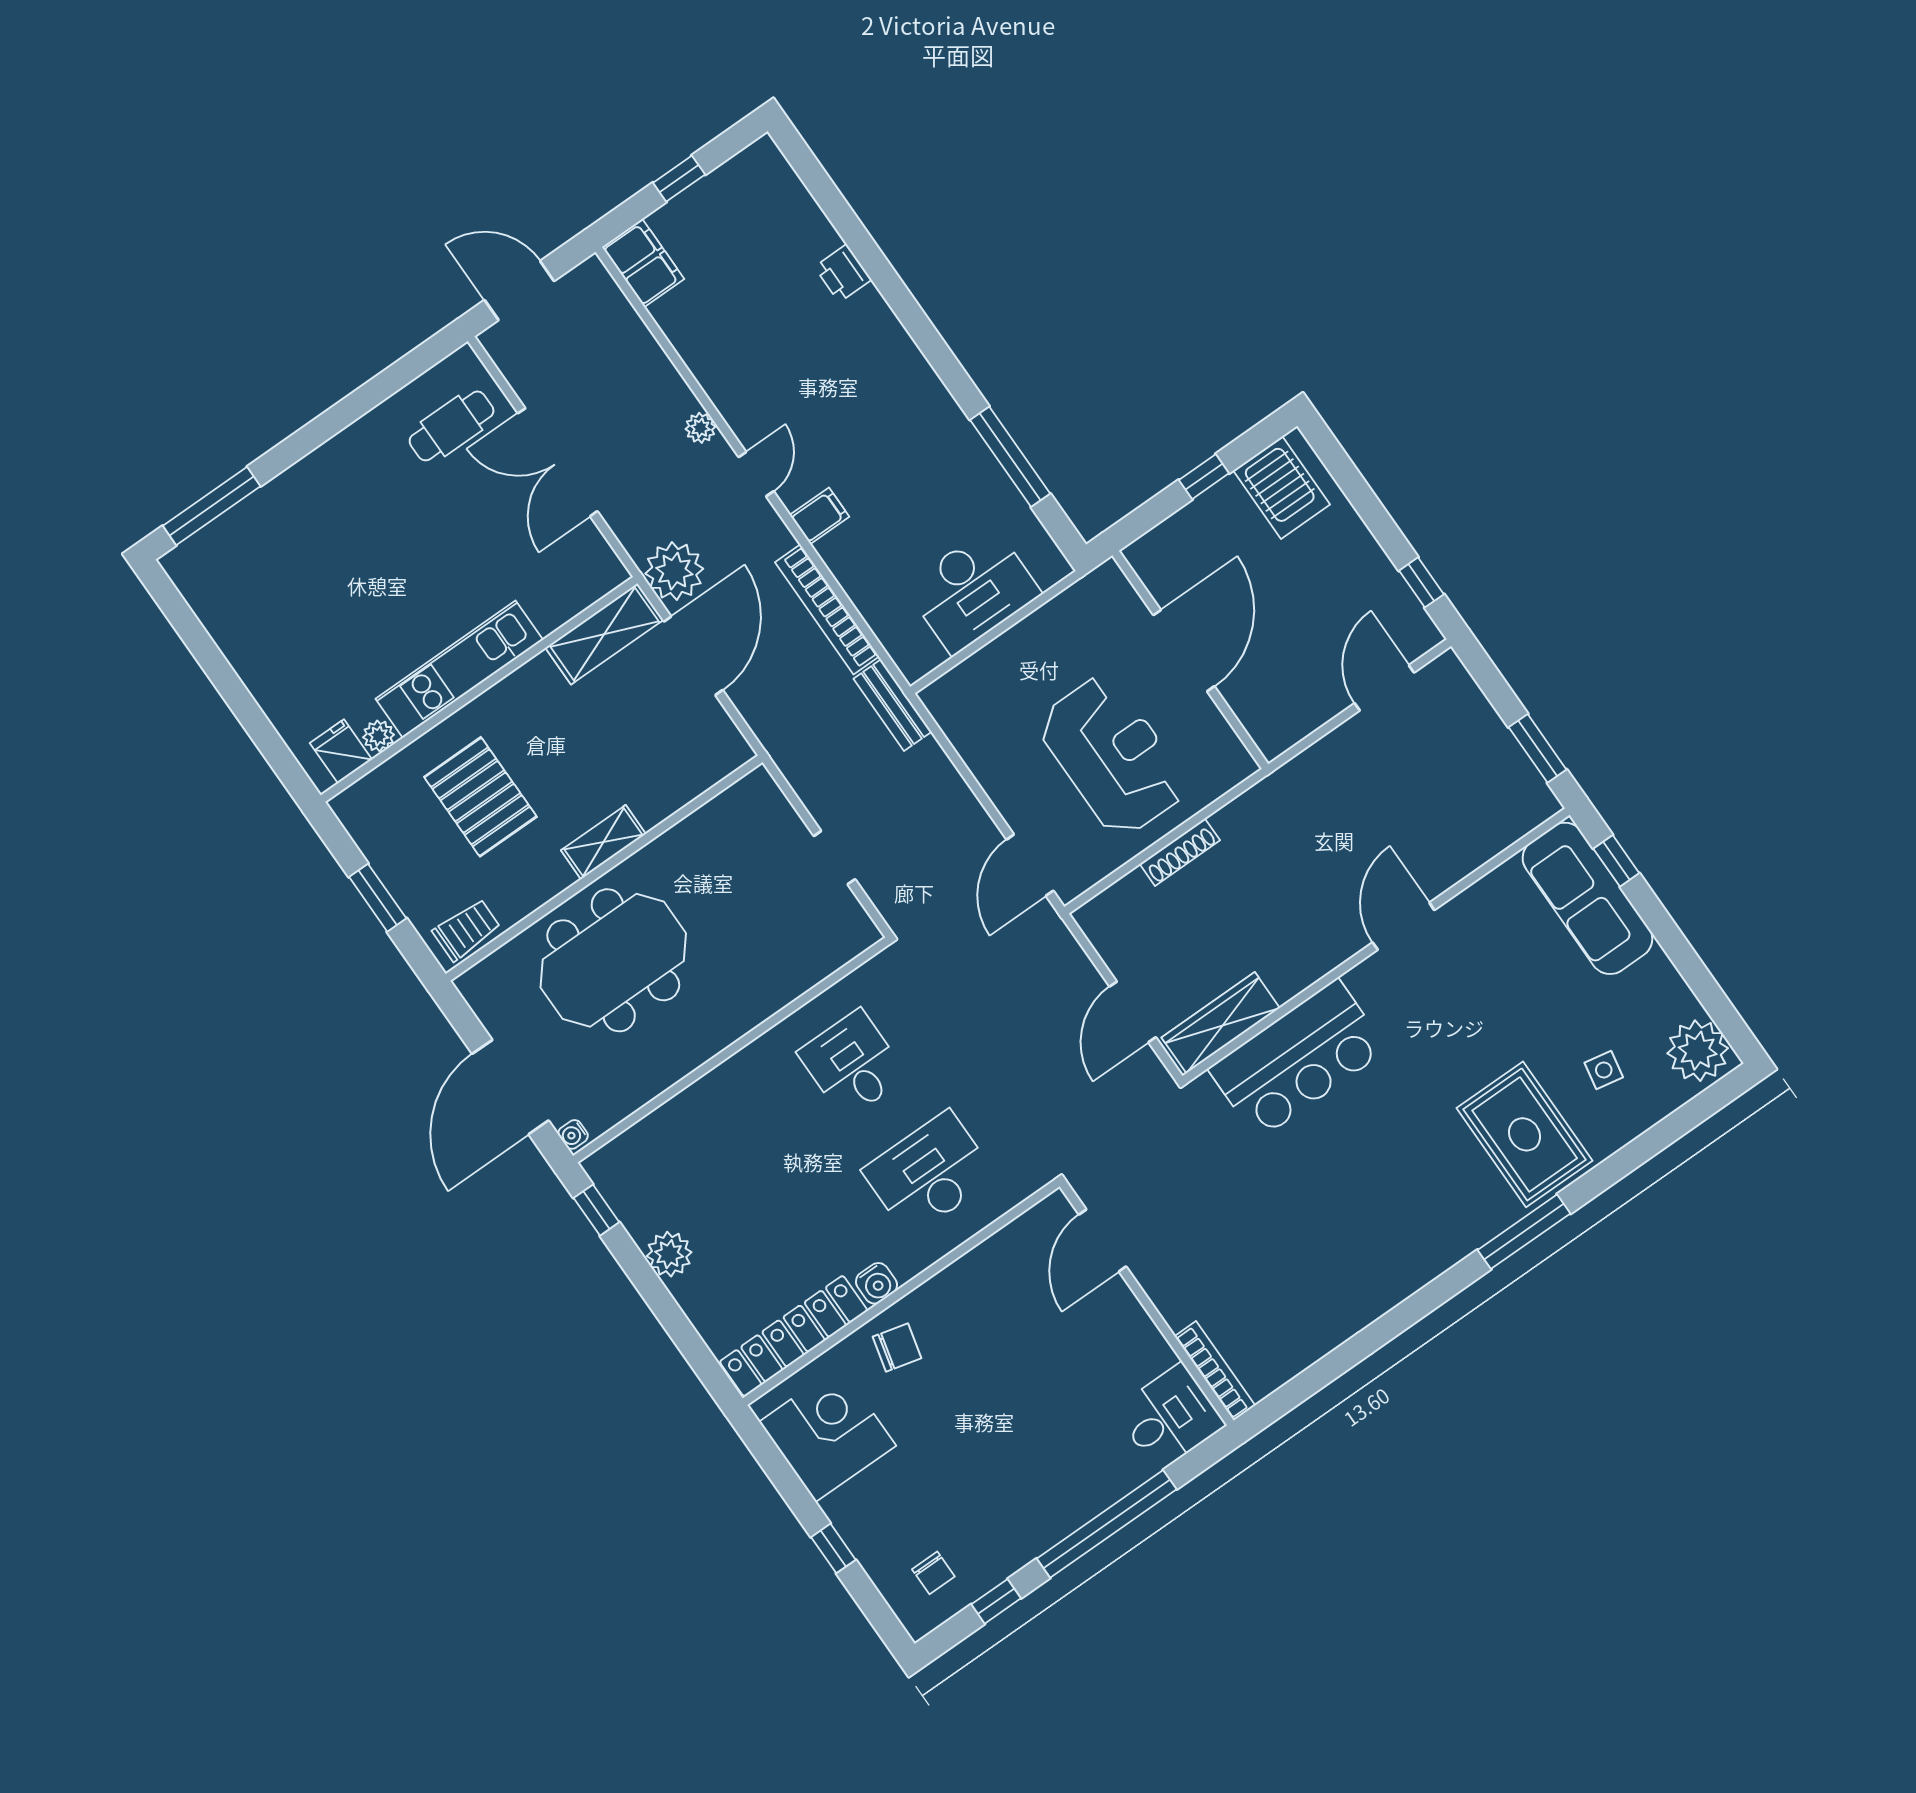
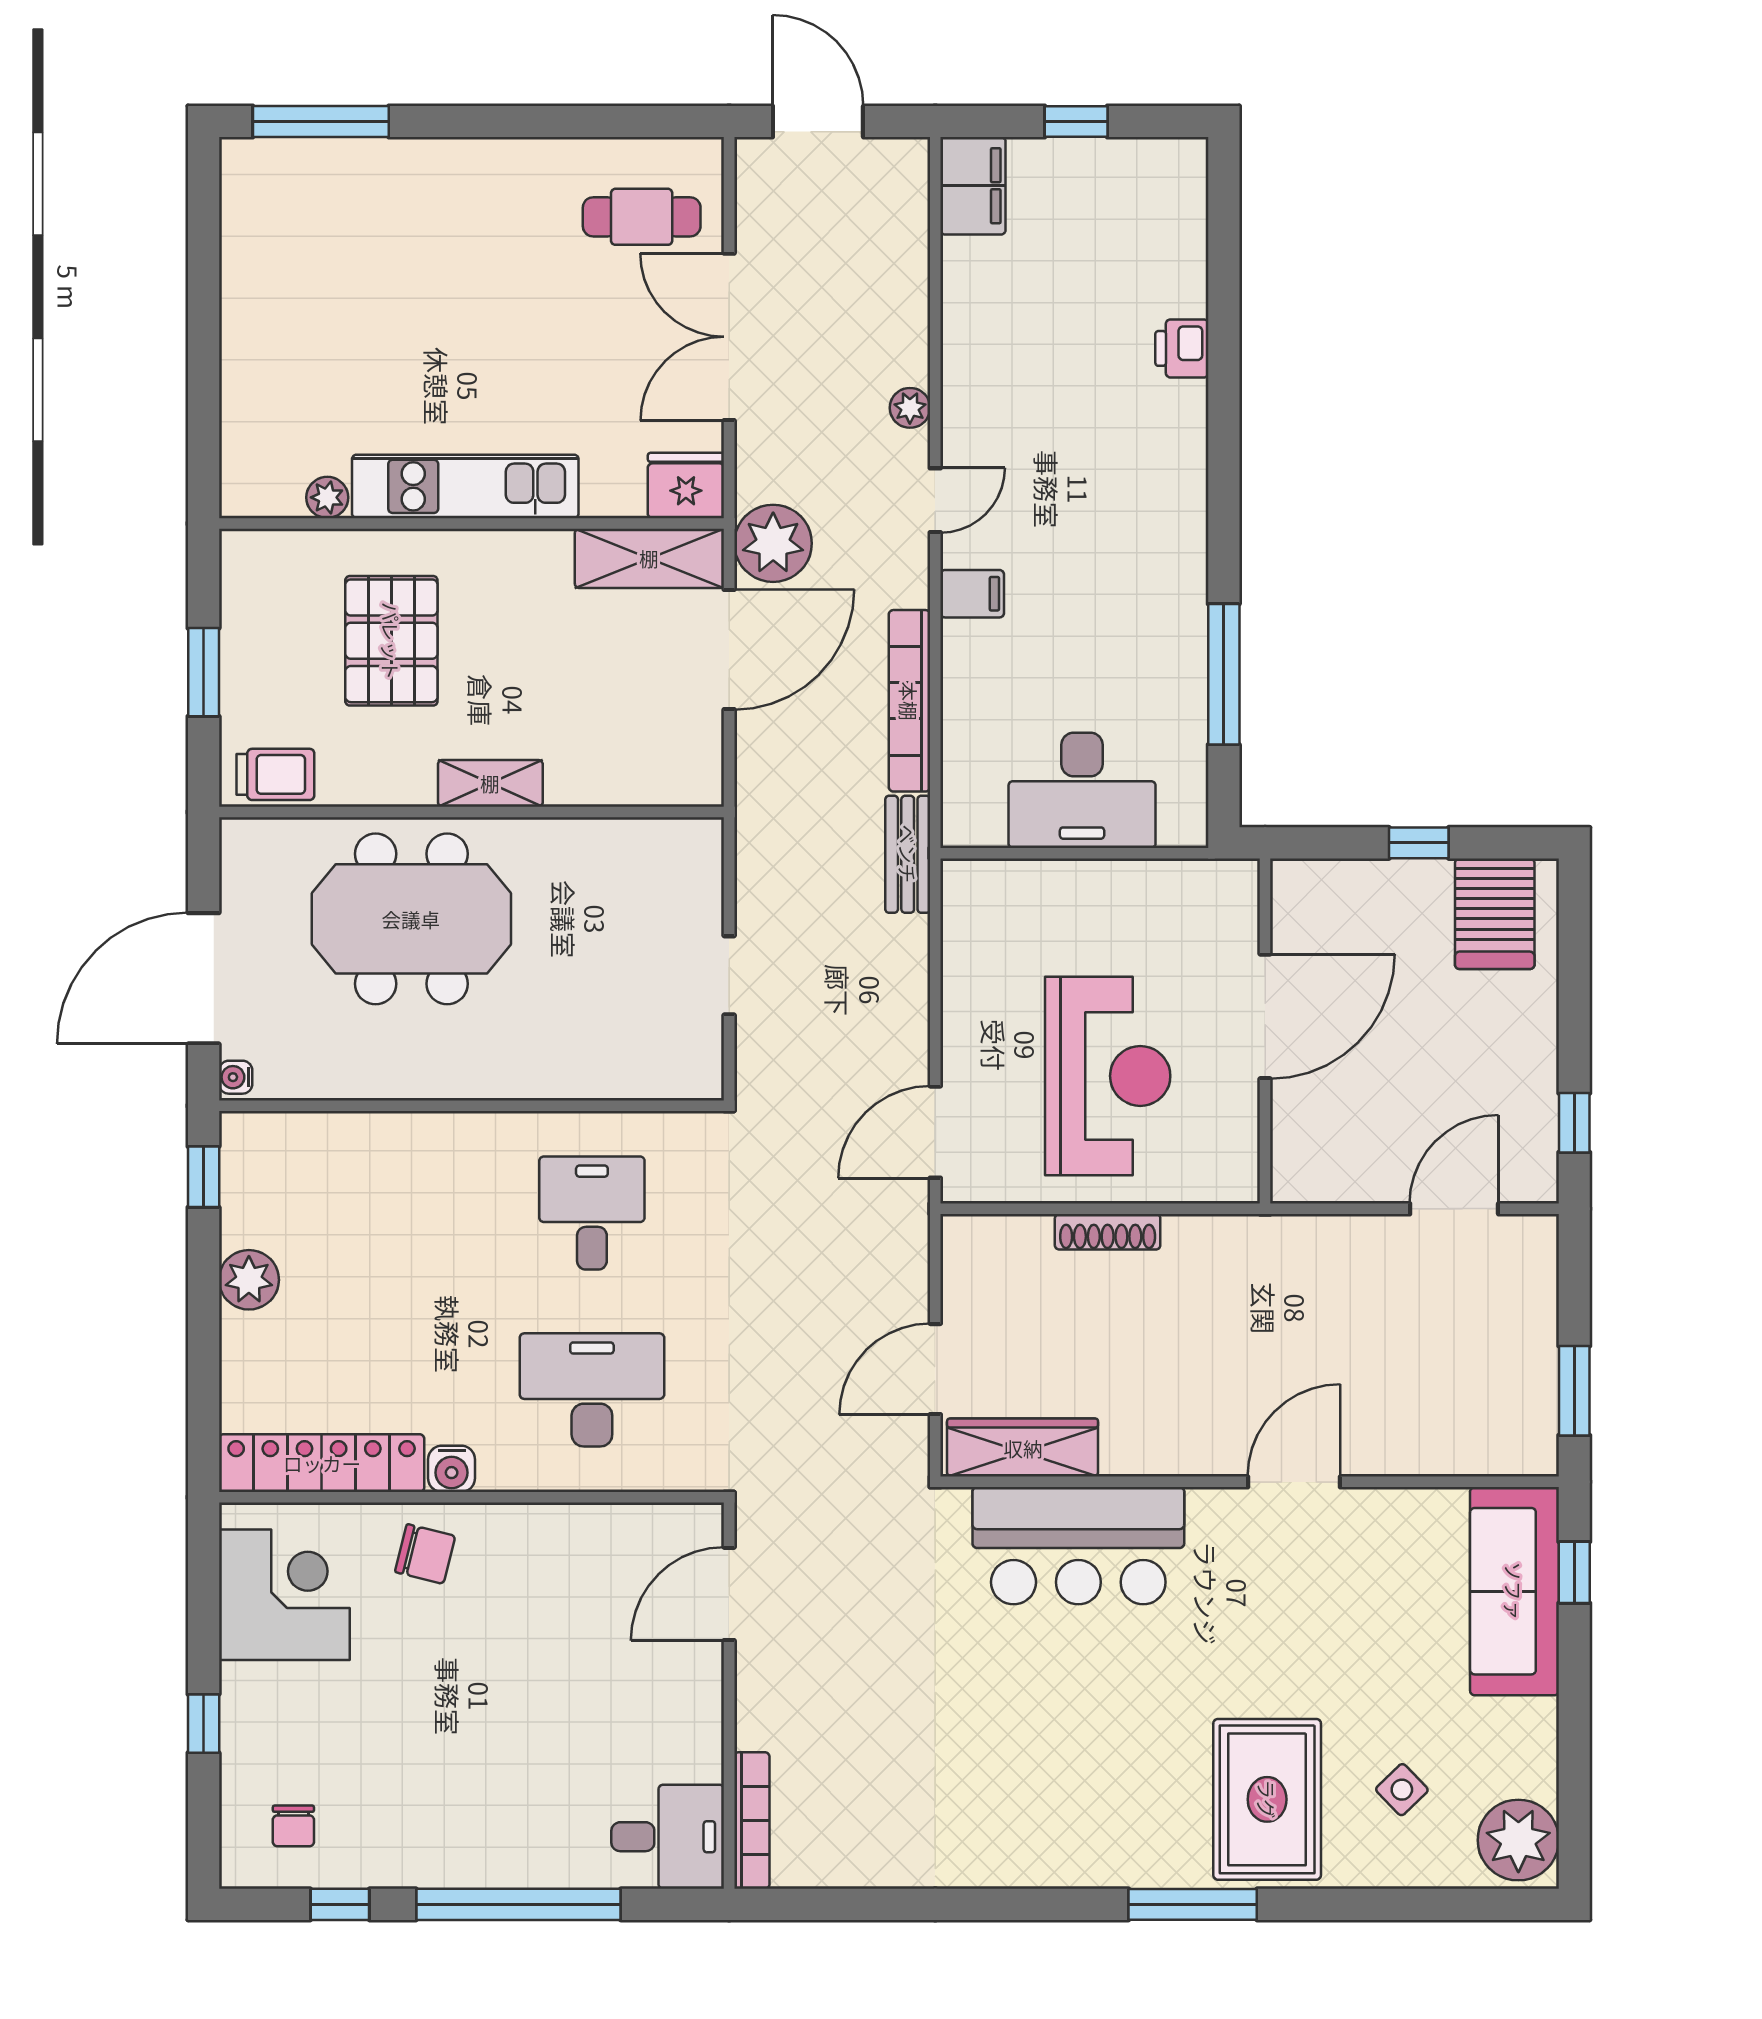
fridge: (341, 751) -> (686, 486), moved, width x1.38
side table: (1604, 1070) -> (1402, 1790), turned 35

